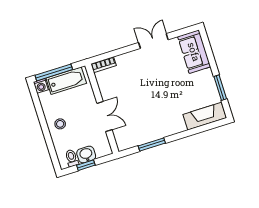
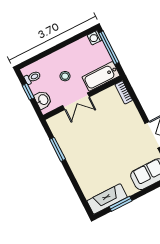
bathtub: (66, 81) -> (101, 76), moved, turned 90
fireplace: (205, 116) -> (107, 199), moved, turned -90
stool: (60, 124) -> (65, 76), moved
washbasin: (86, 154) -> (43, 100), moved

